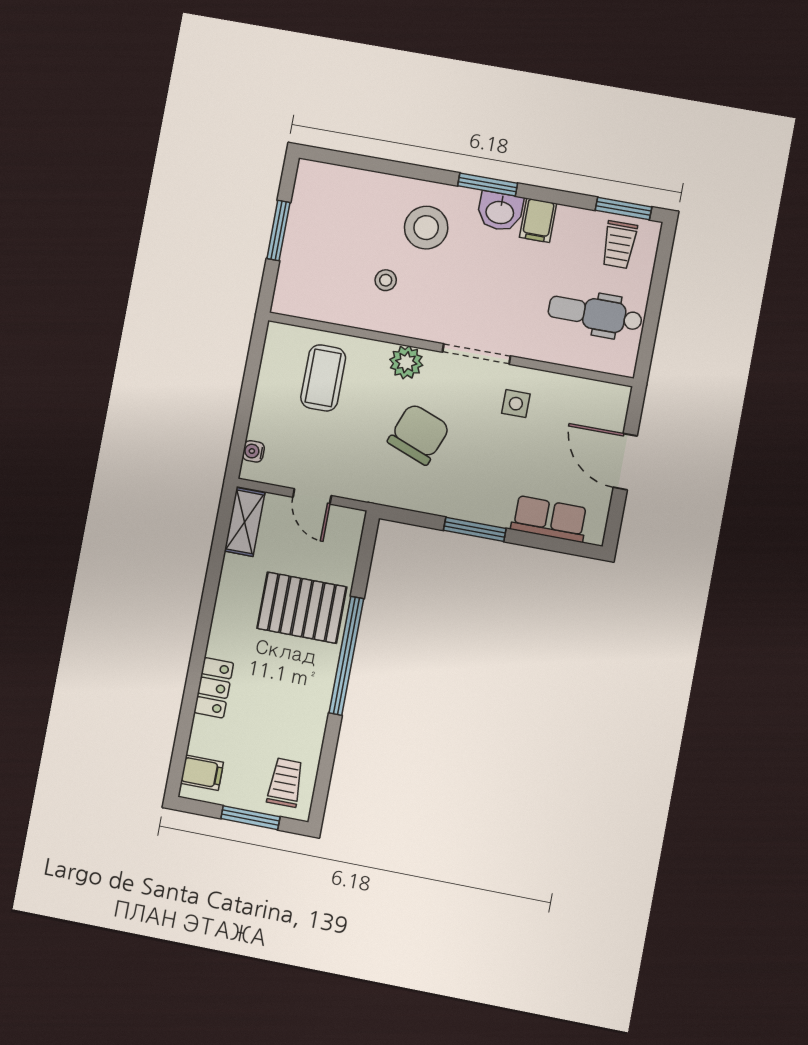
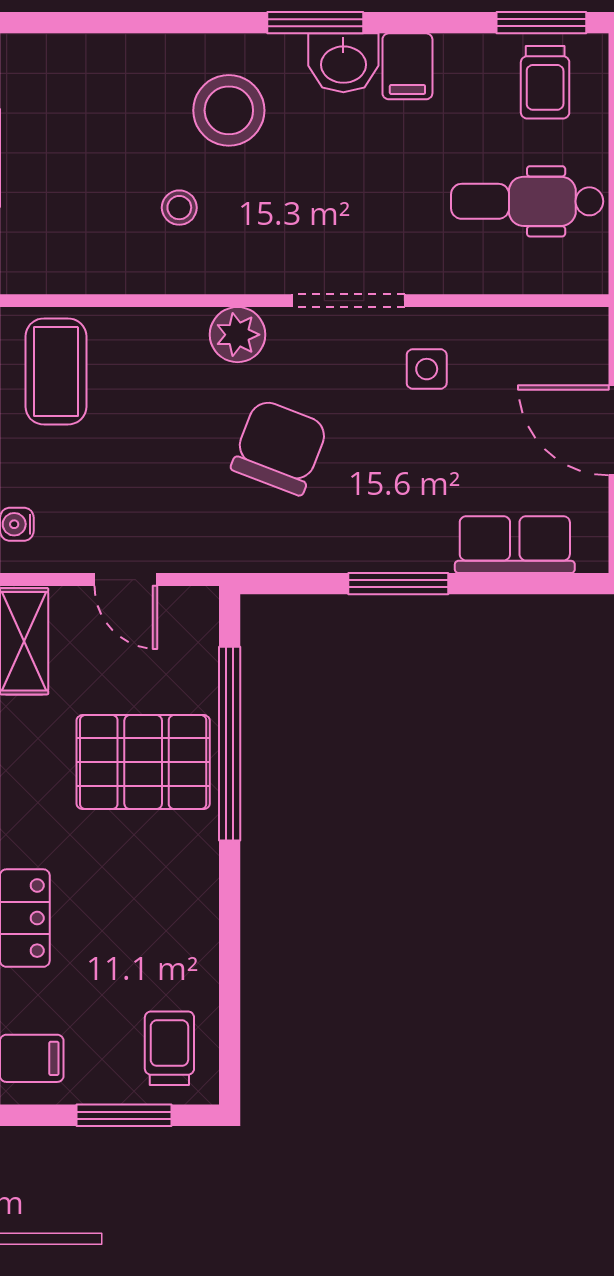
coffee table: (323, 378) -> (56, 371), moved
window: (346, 656) -> (230, 744), moved

